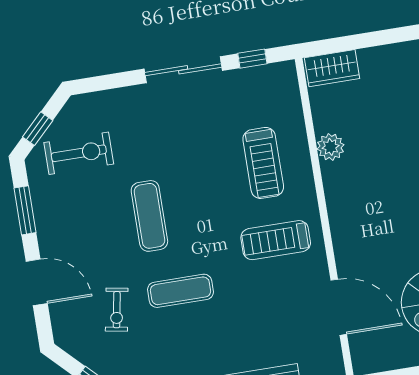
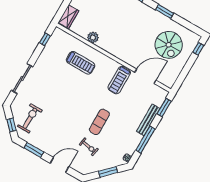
sliding door: (183, 70) -> (22, 79), moved
exercise mat: (149, 216) -> (68, 112), removed
treadmill: (276, 240) -> (119, 80), moved

